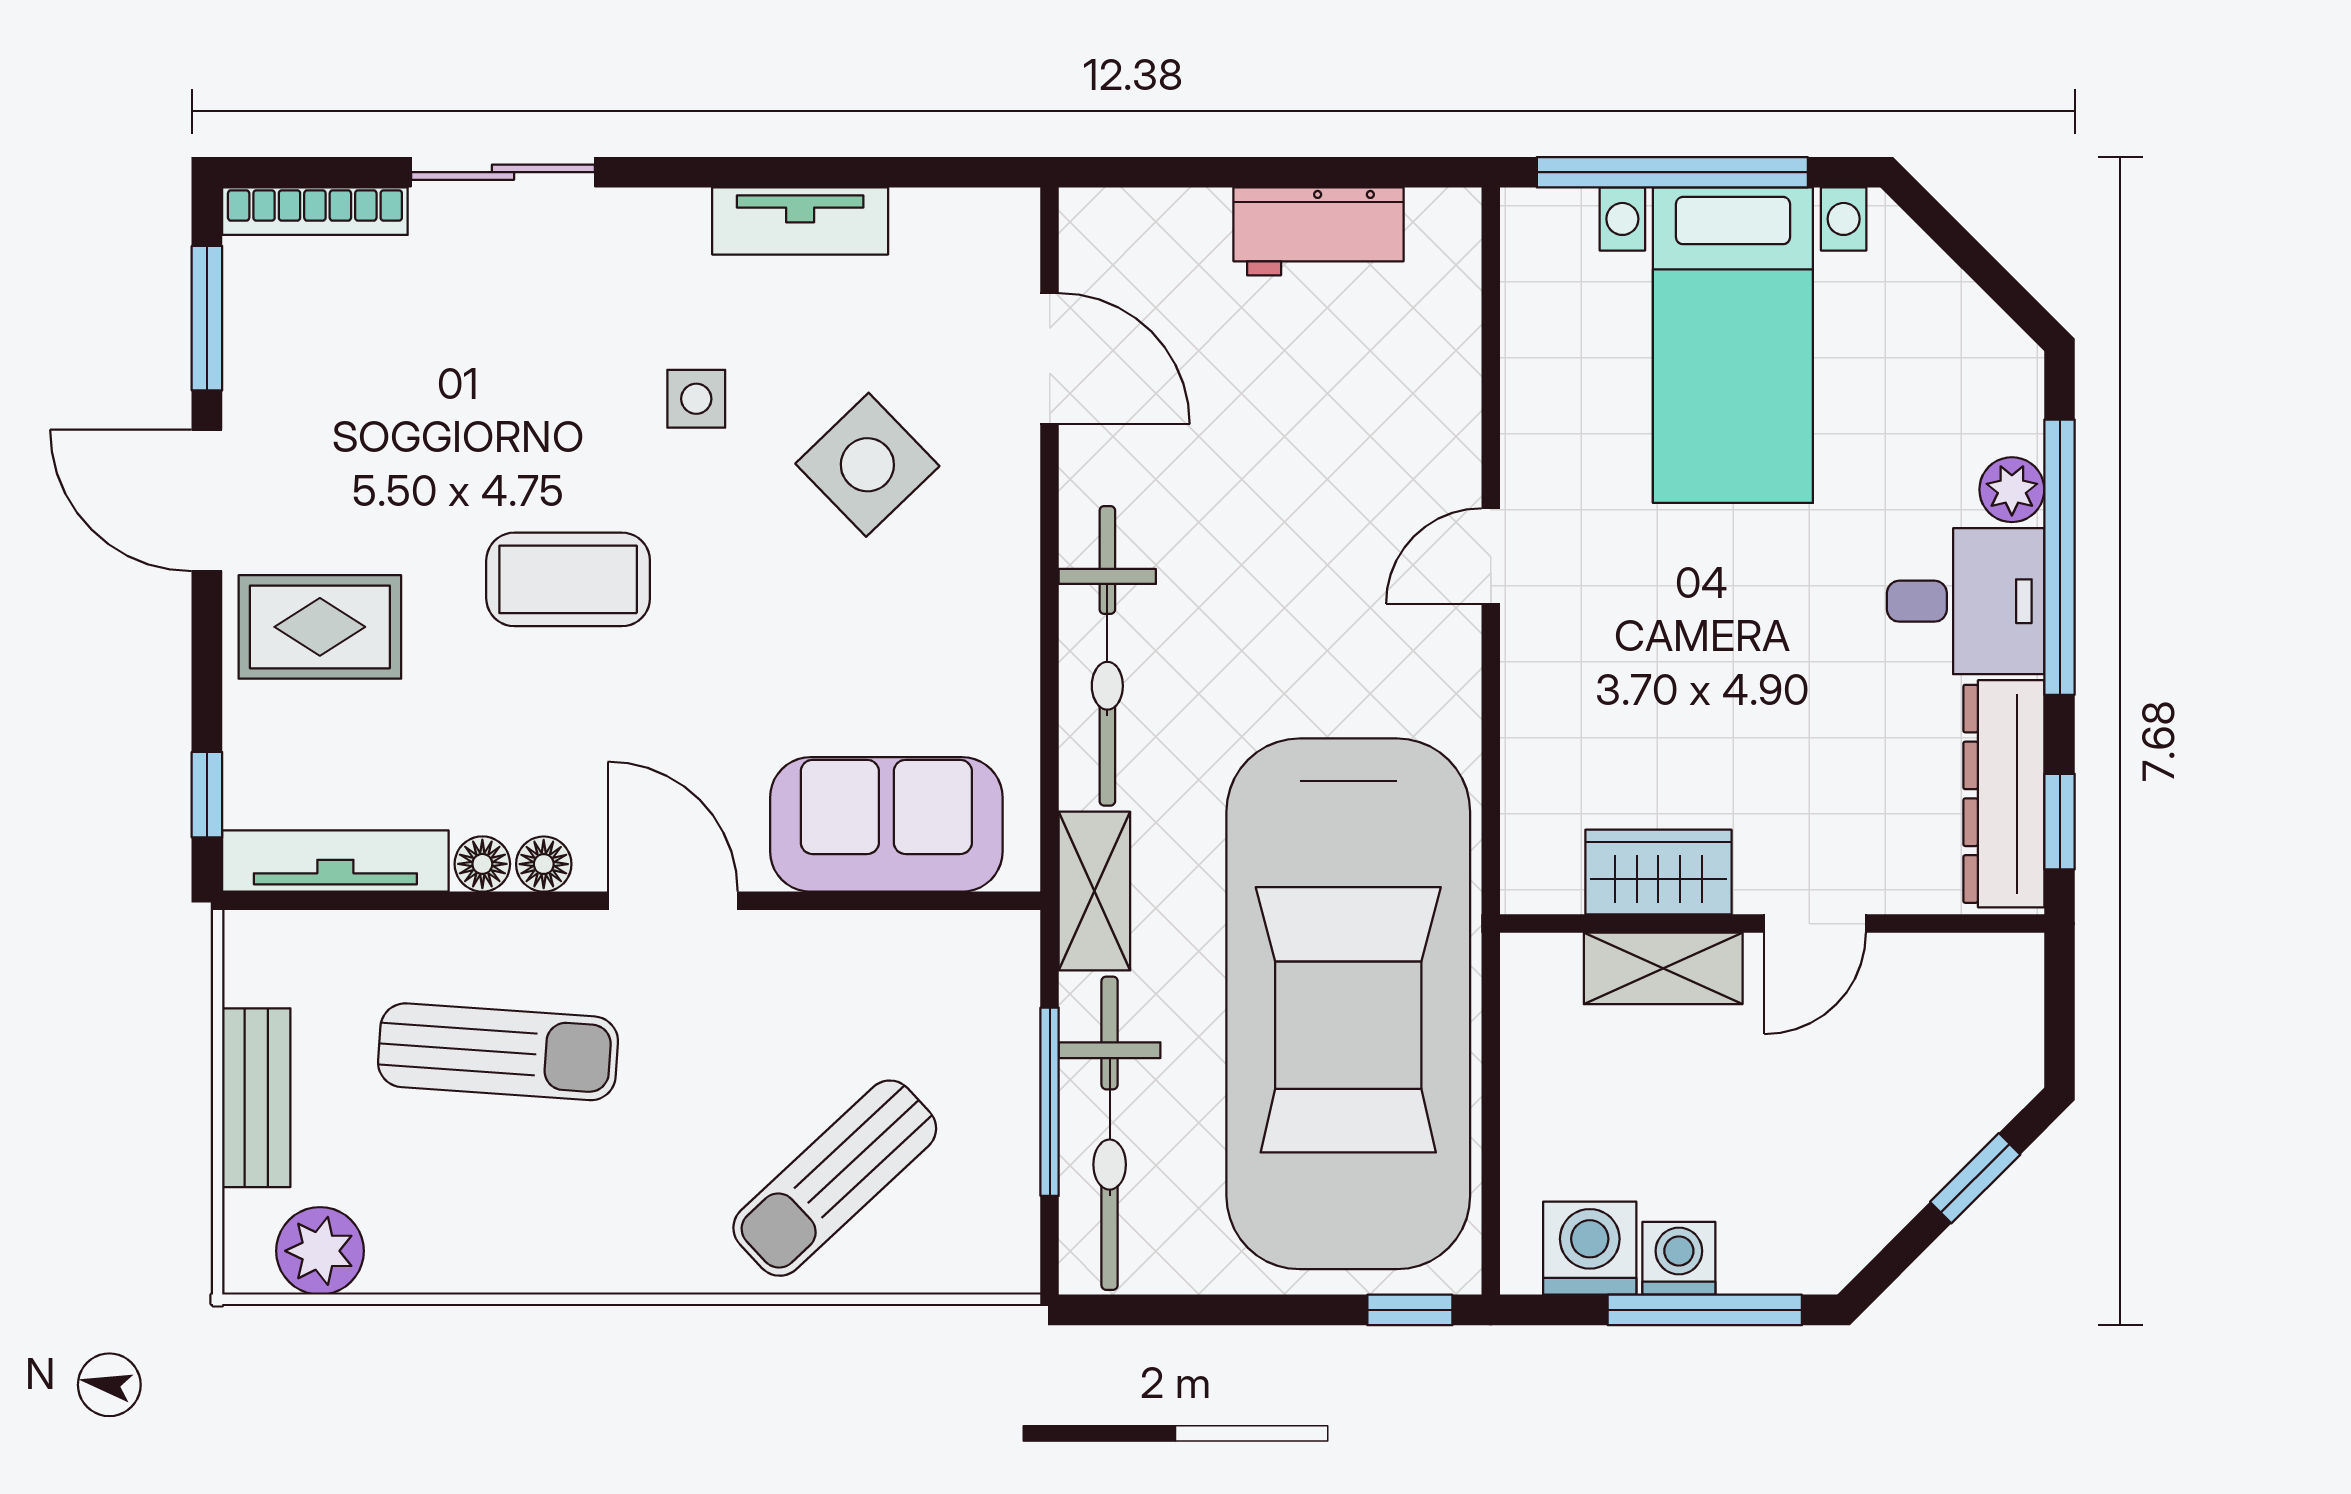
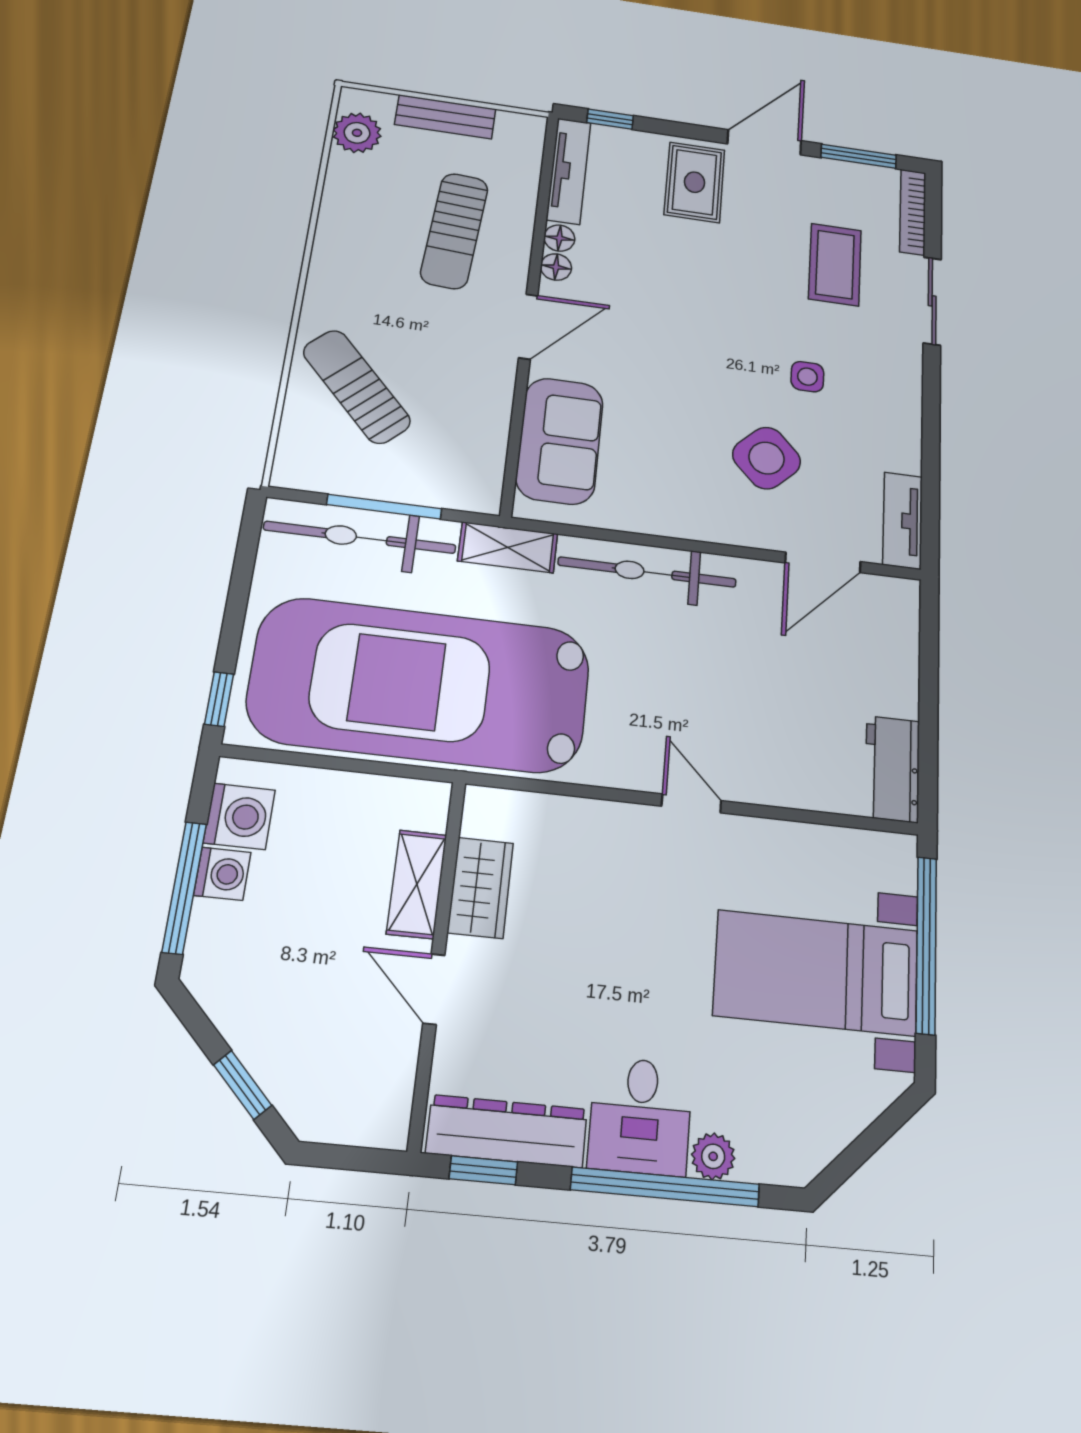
tv unit: (800, 221) -> (903, 520), moved
workbench: (1318, 231) -> (892, 769), moved
coffee table: (568, 579) -> (835, 265), moved

